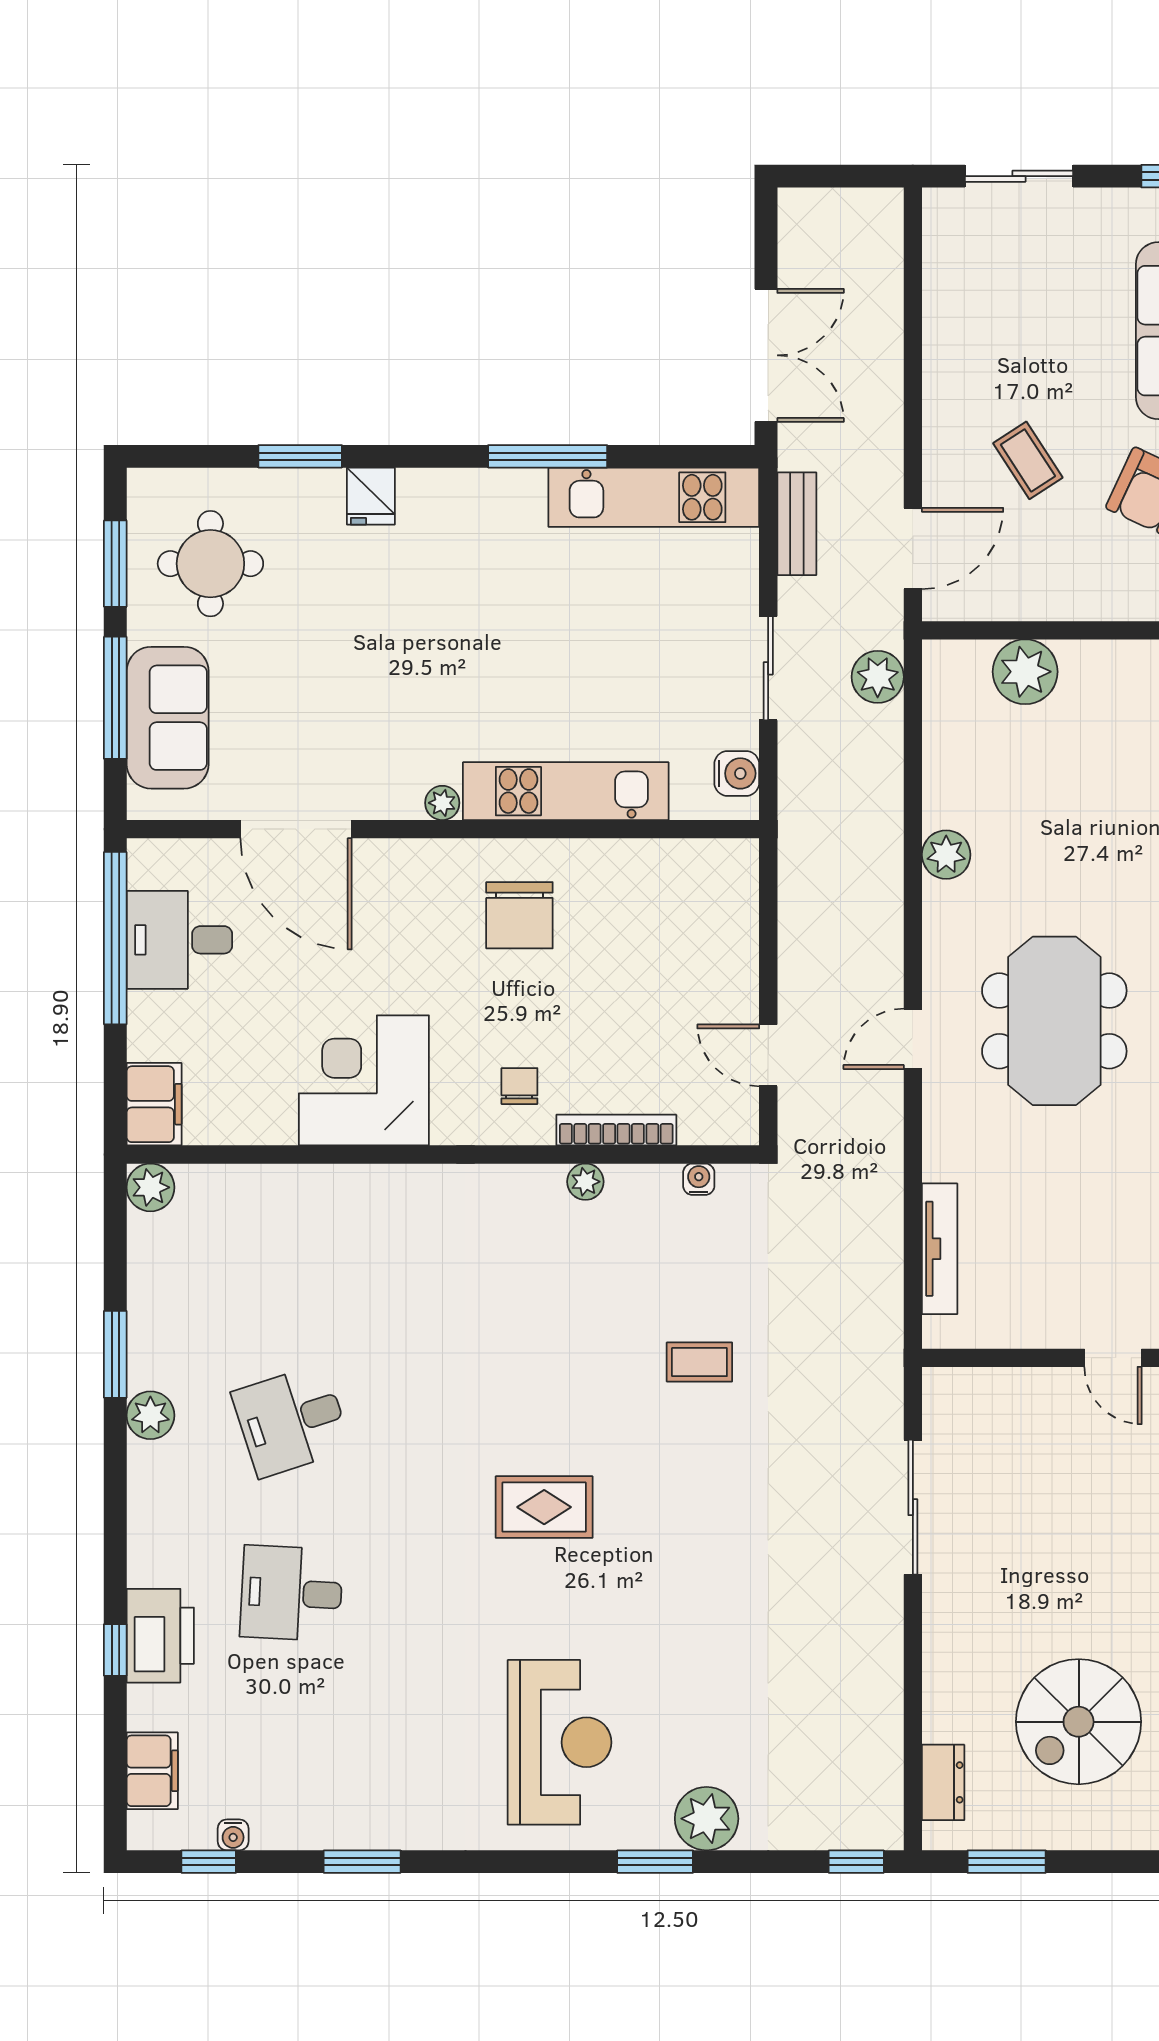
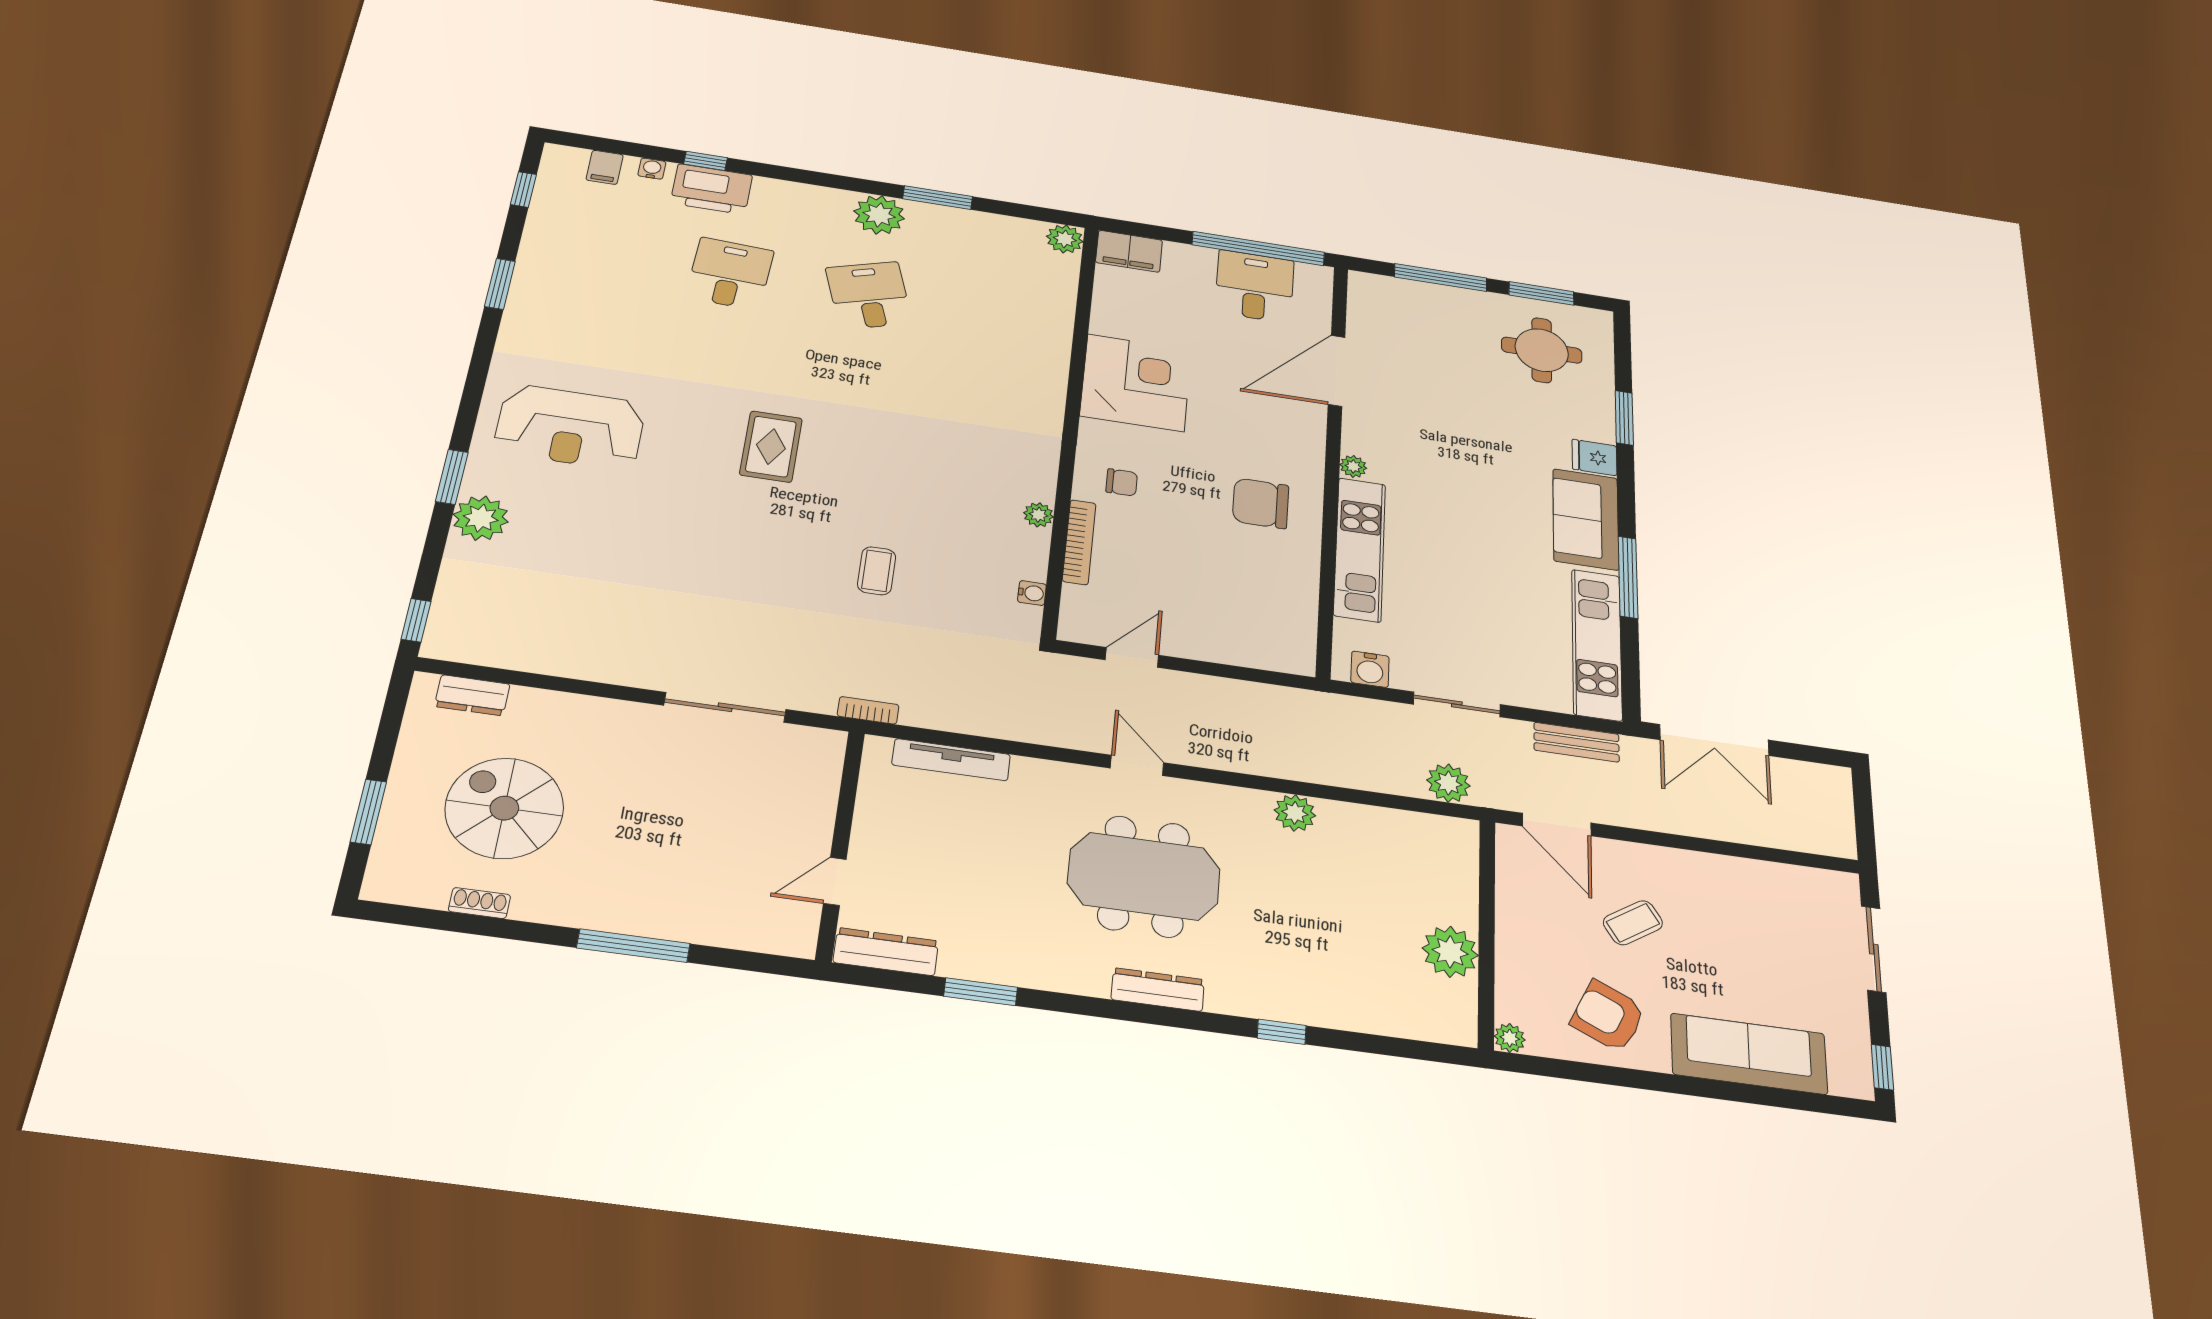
plant: (1025, 672) -> (1450, 952), moved
sofa: (168, 718) -> (1586, 519), moved, turned 90
bookcase: (890, 1349) -> (868, 710), added
plant: (150, 1415) -> (879, 215), width x1.36, depth x1.36
filing cabinet: (152, 1771) -> (605, 167), width x0.50
water cooler: (233, 1835) -> (652, 169), moved, turned 90
window: (1007, 1862) -> (368, 812), moved

